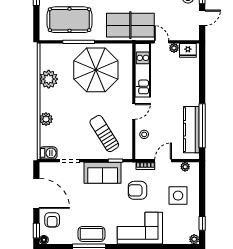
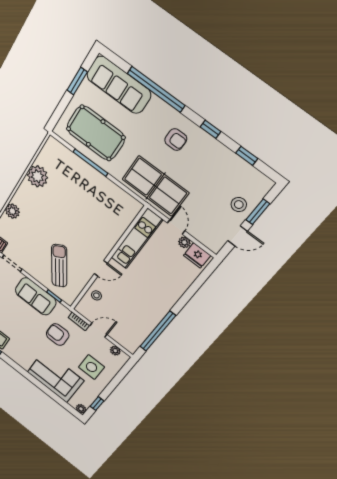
parasol: (96, 70) -> (90, 203), removed
kitchen counter: (191, 130) -> (145, 326), removed
corner sofa: (140, 228) -> (55, 376), moved

